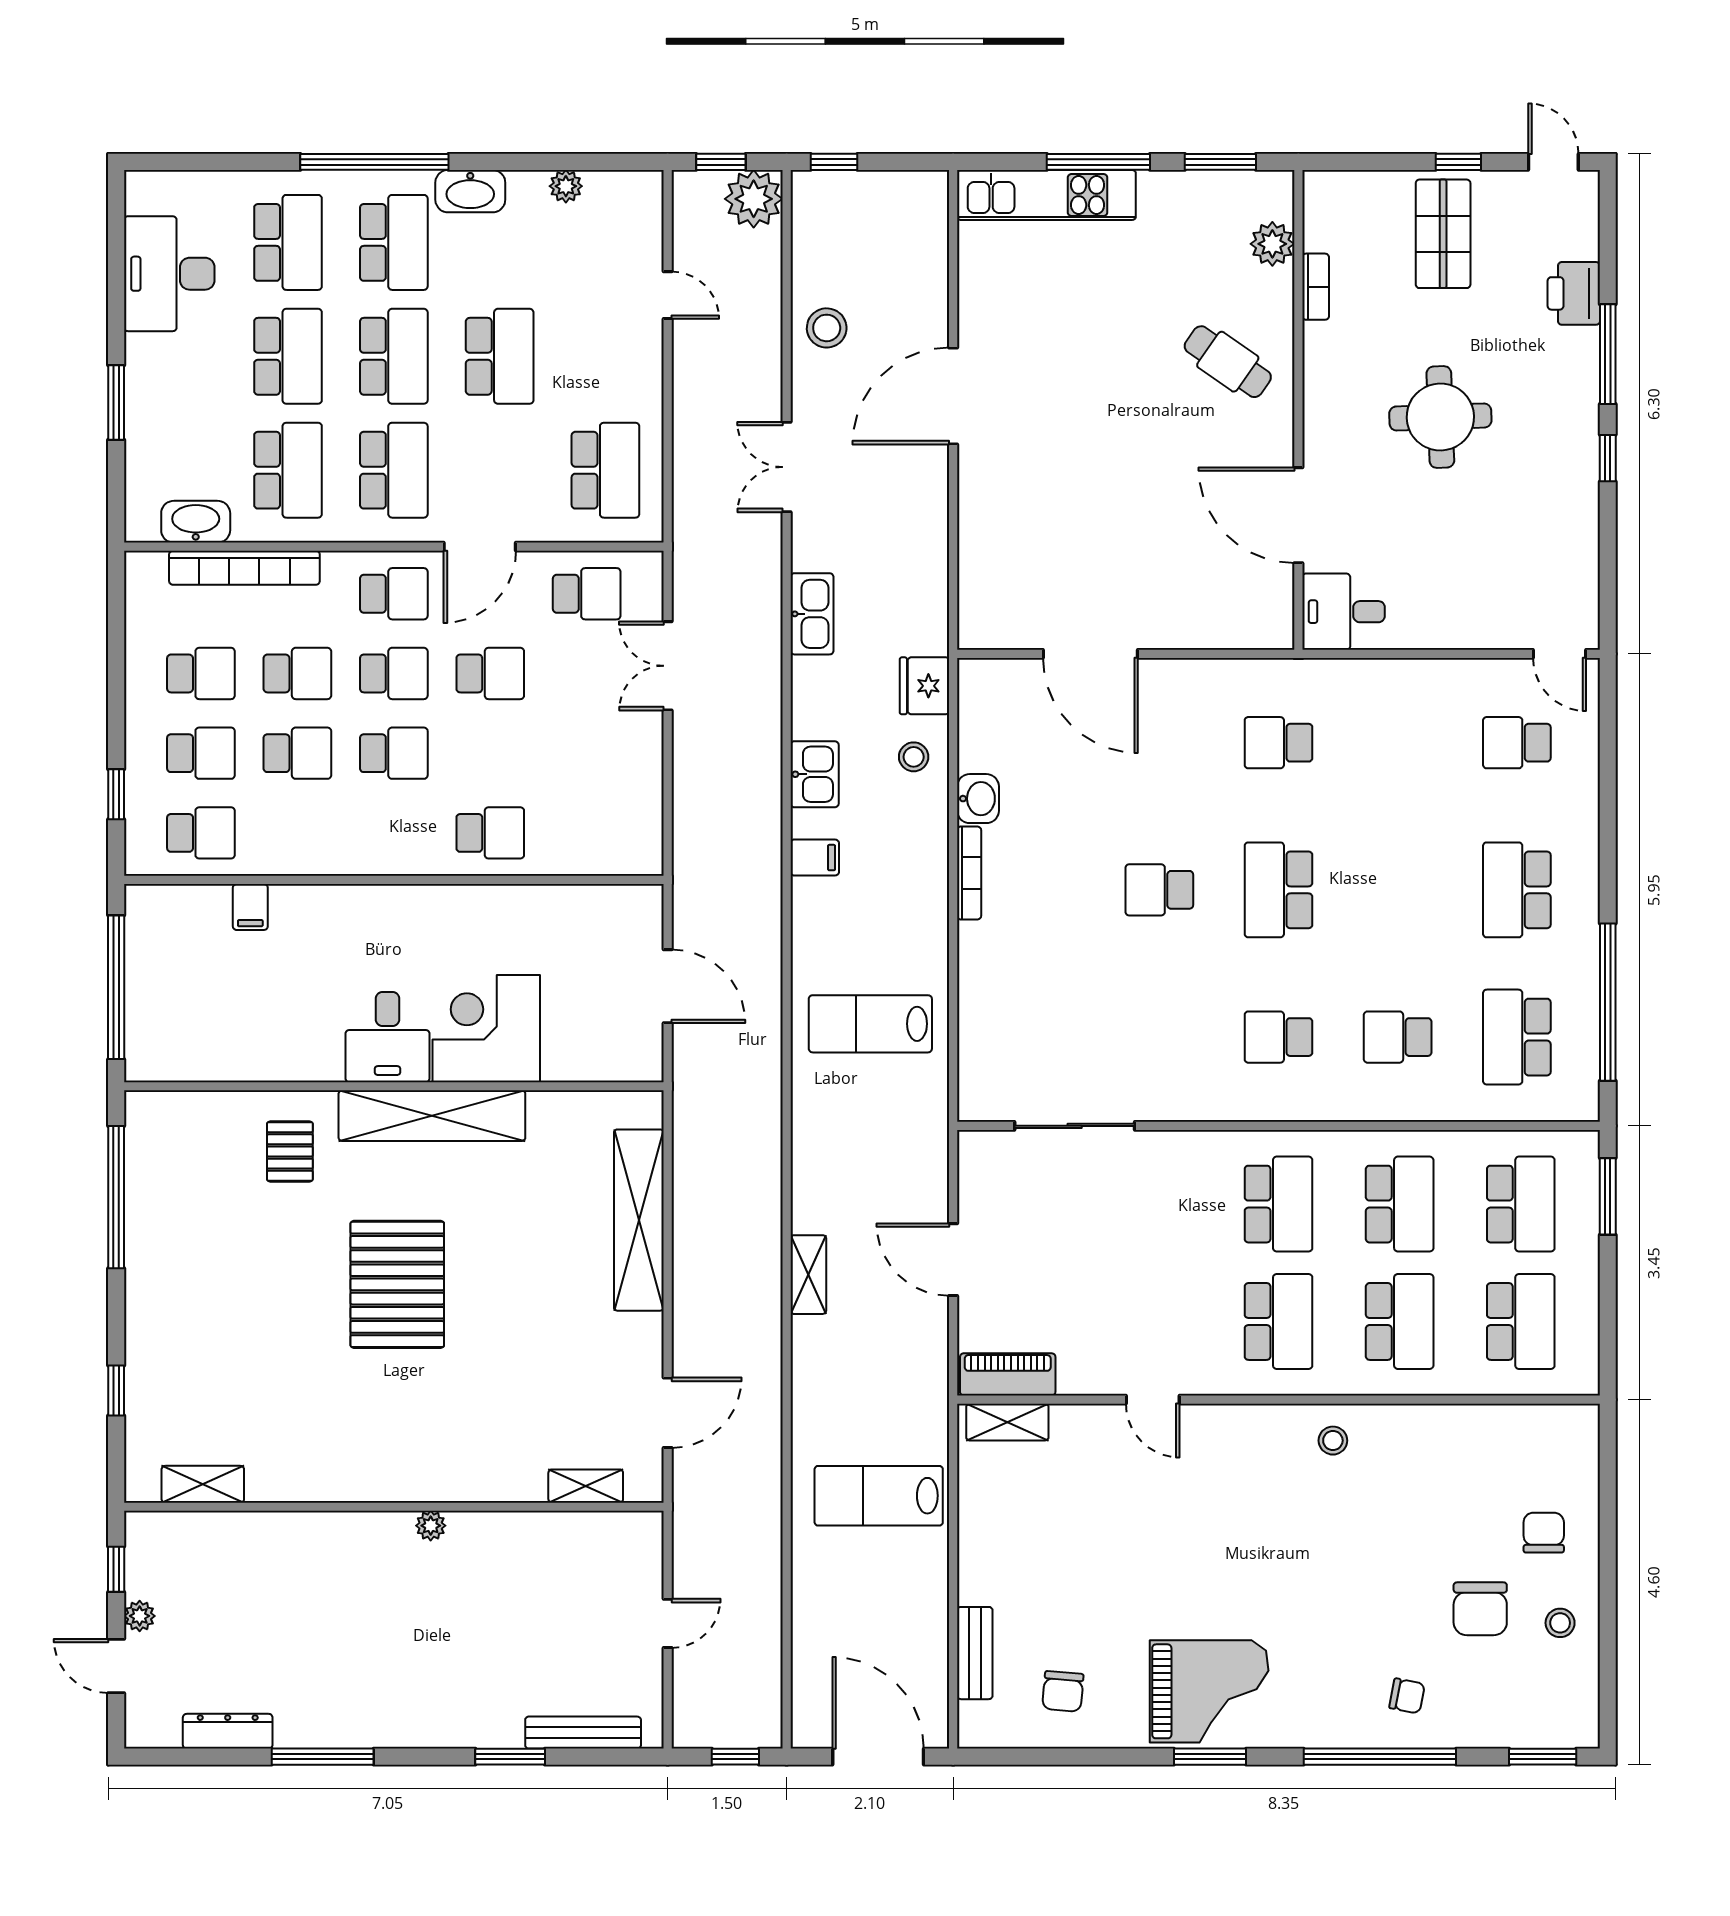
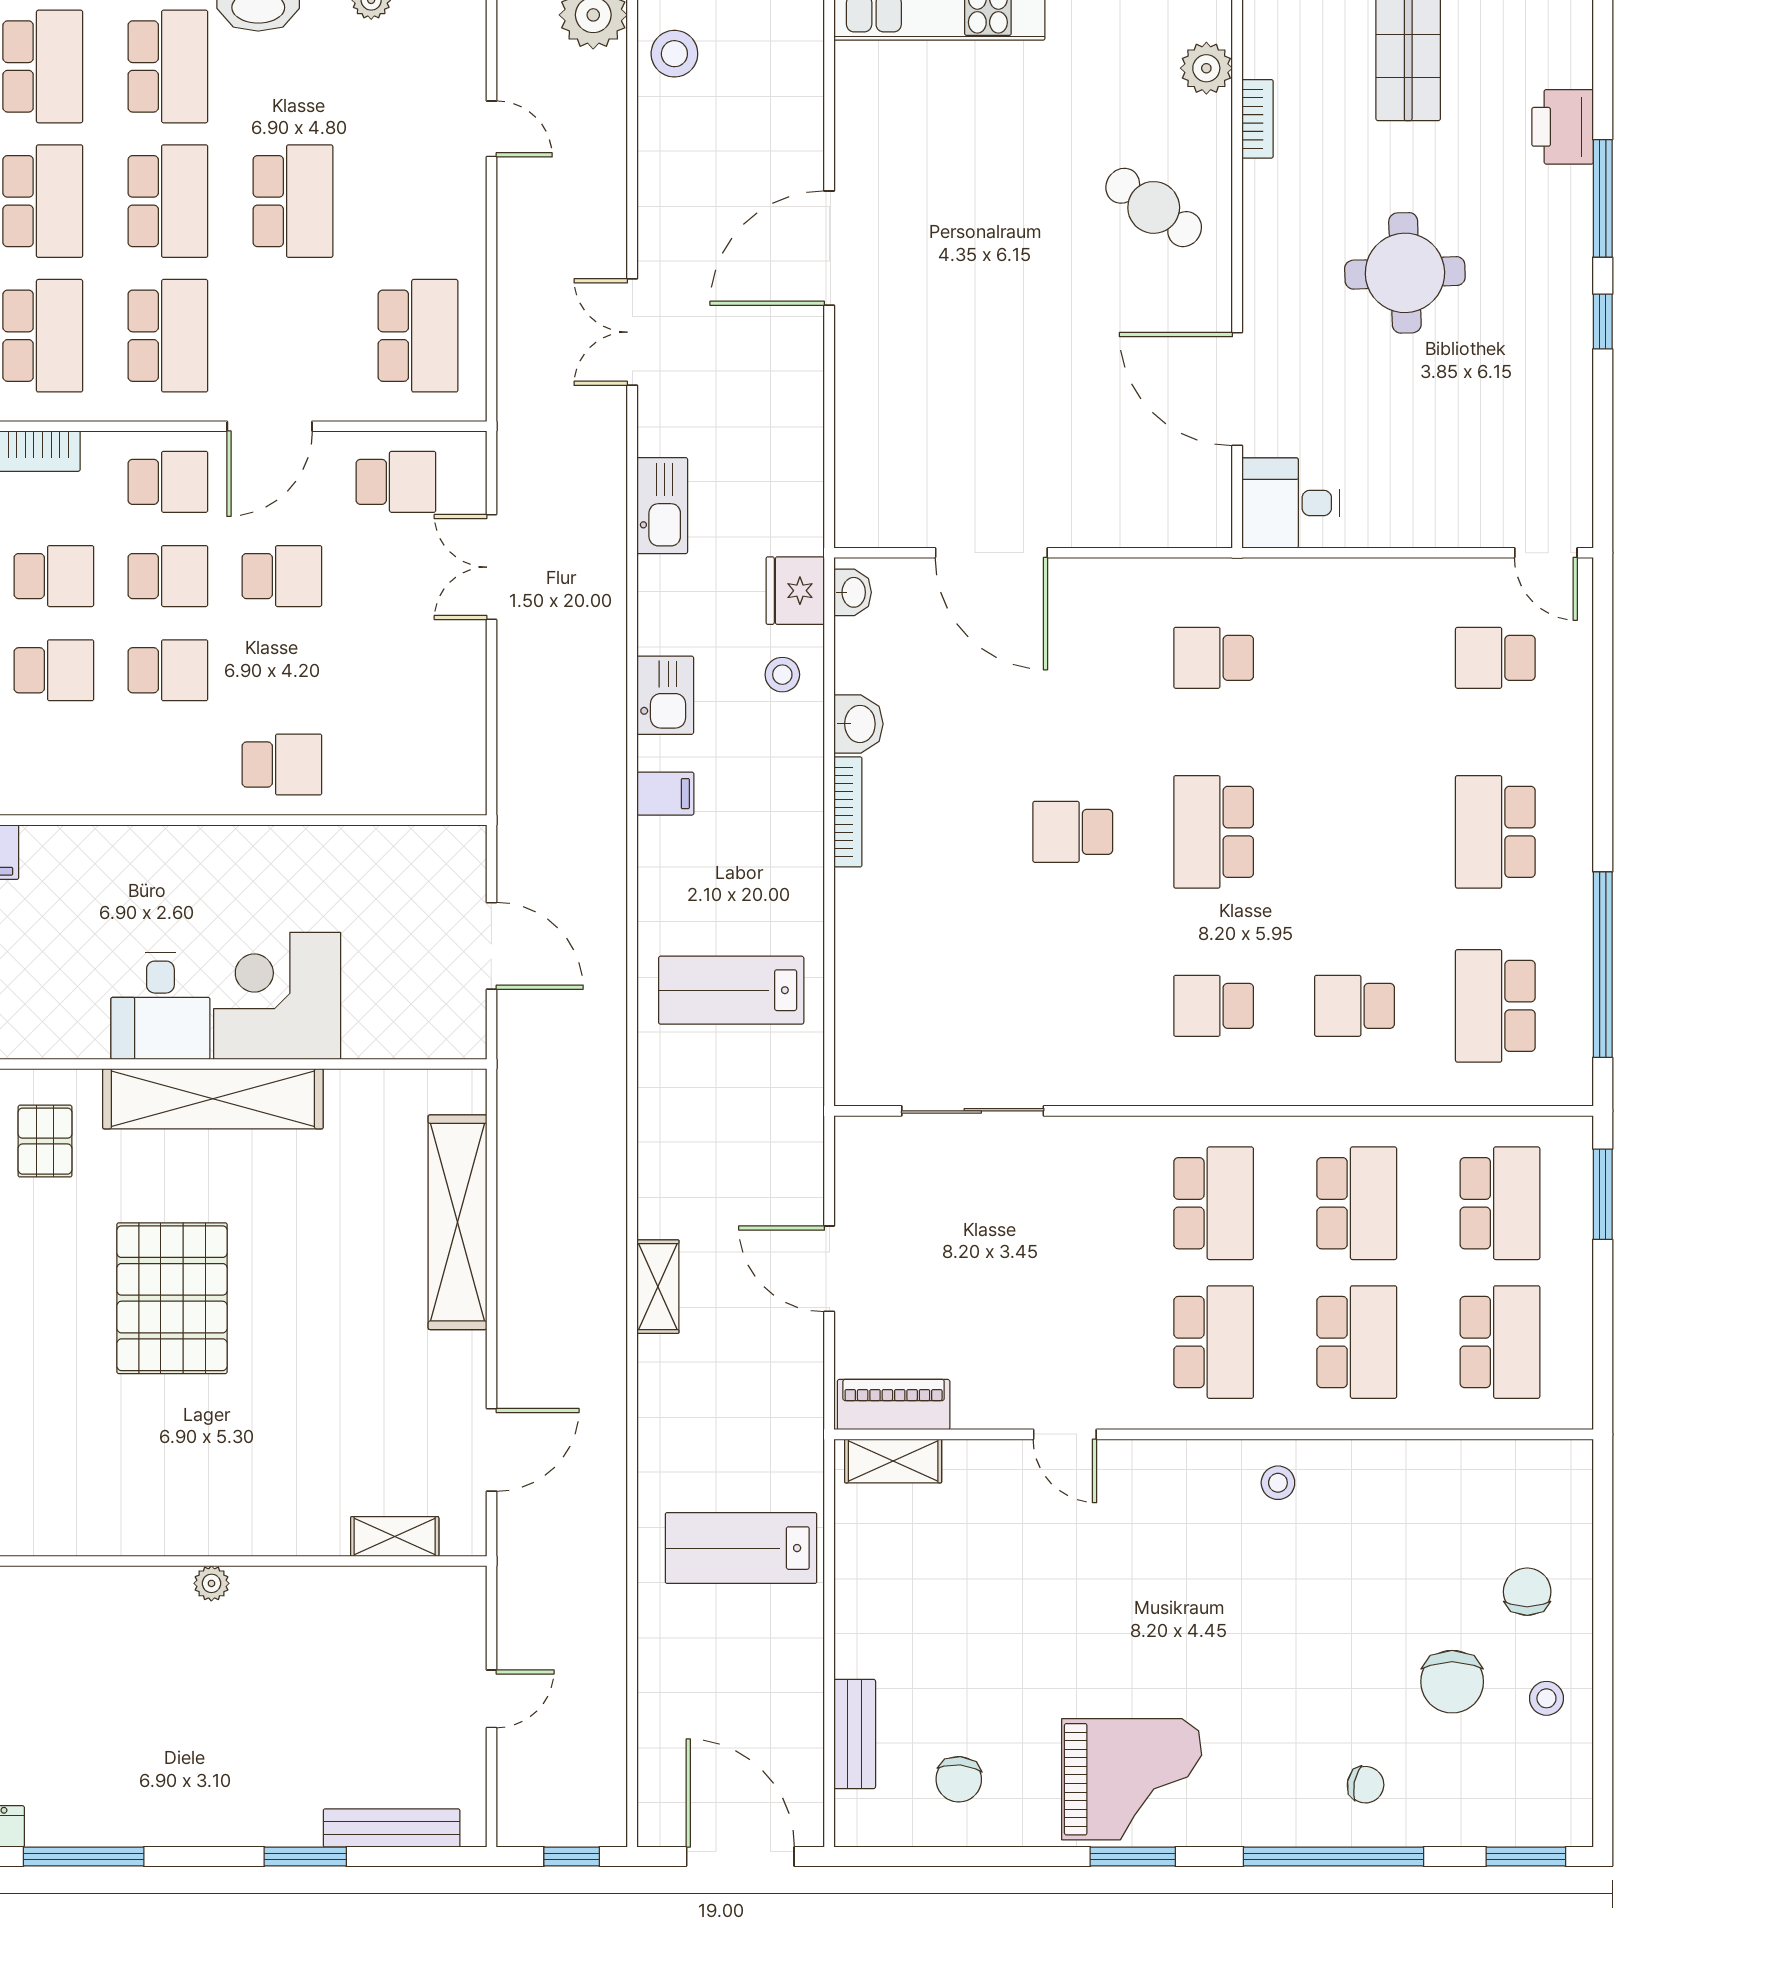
stool: (827, 328) -> (674, 54), moved
washbasin: (973, 687) -> (853, 592), added

